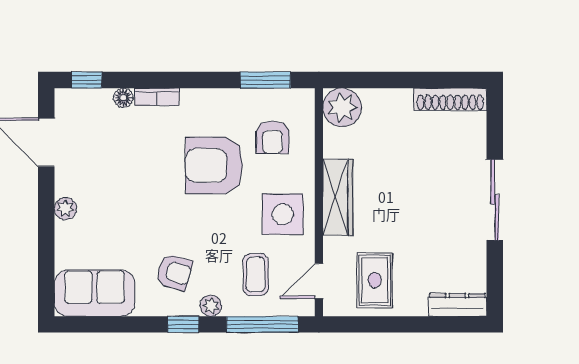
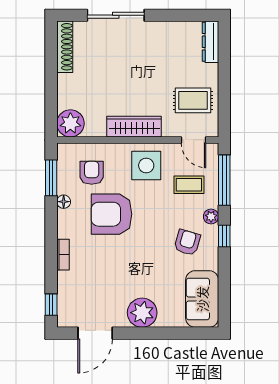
floor lamp: (123, 98) -> (64, 202), moved
armchair: (273, 137) -> (92, 173), turned -90
armchair: (214, 165) -> (112, 214), turned 90
sliding door: (495, 200) -> (116, 15), moved
plant: (65, 209) -> (142, 313), width x1.87, depth x1.87

